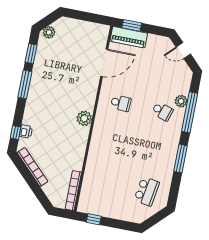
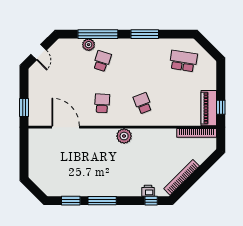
plant: (49, 32) -> (47, 187), removed
piano: (129, 37) -> (209, 108), moved, turned 180
school desk: (113, 143) -> (143, 103), added

